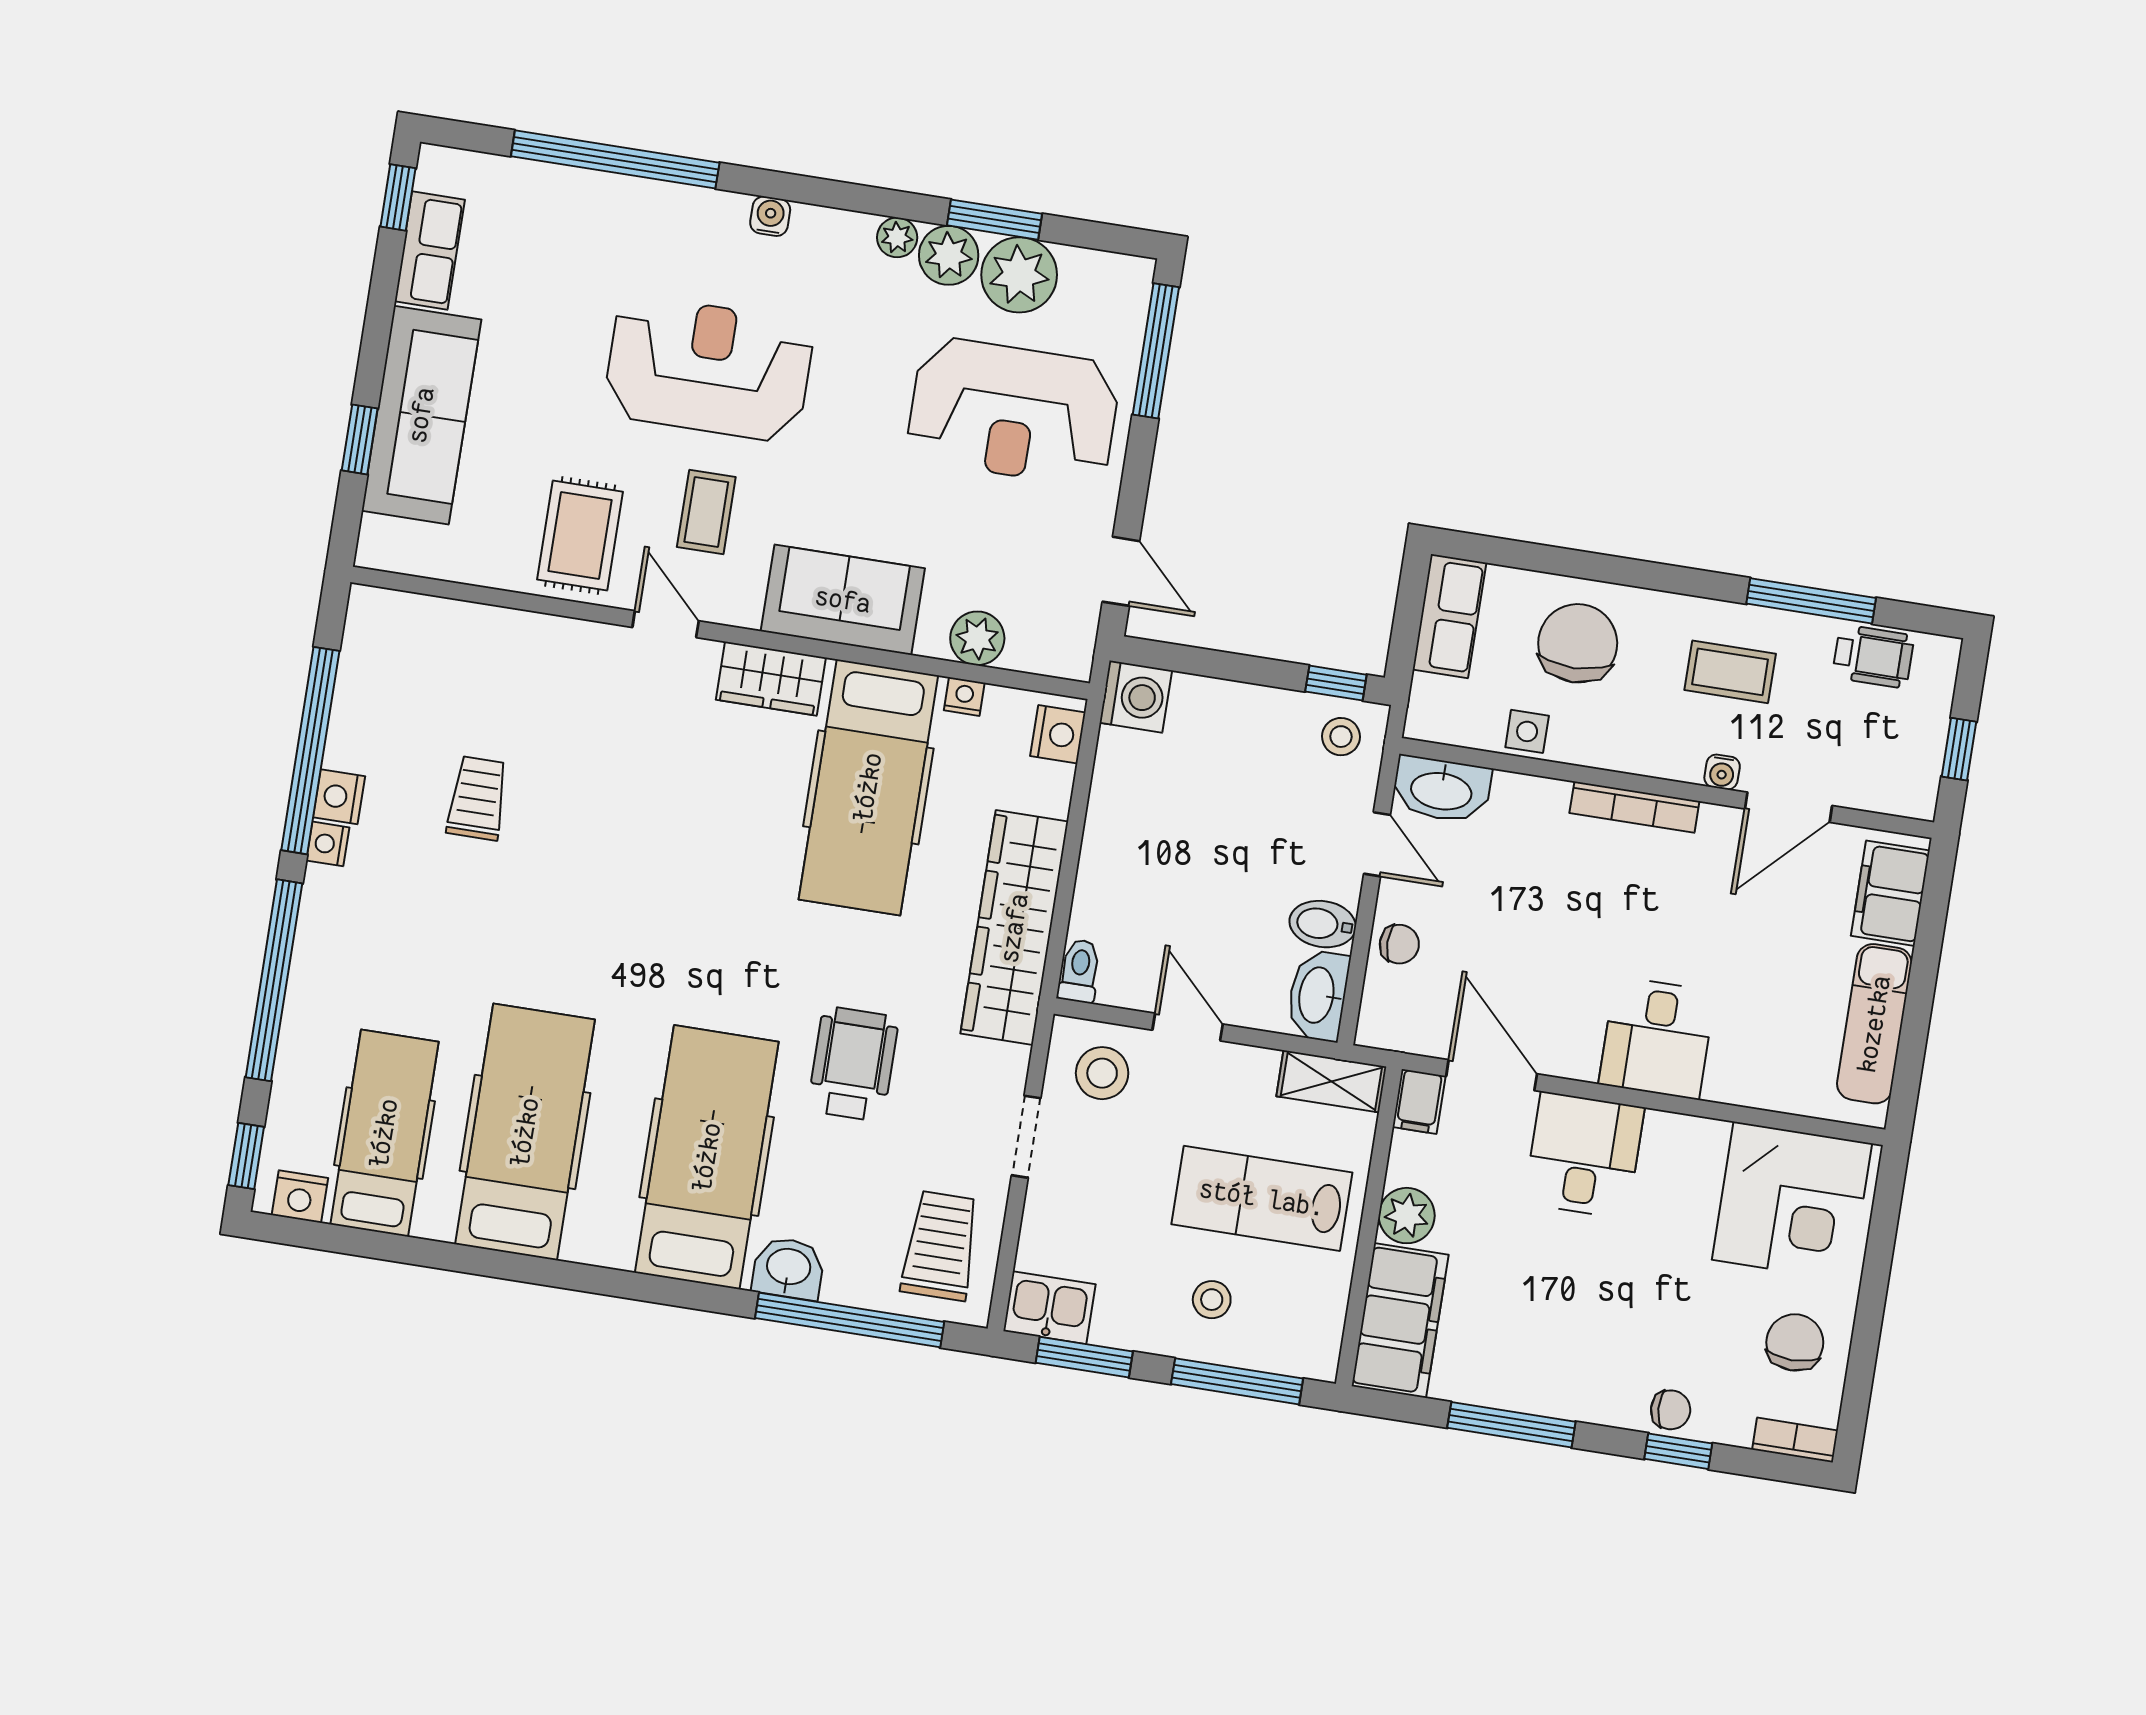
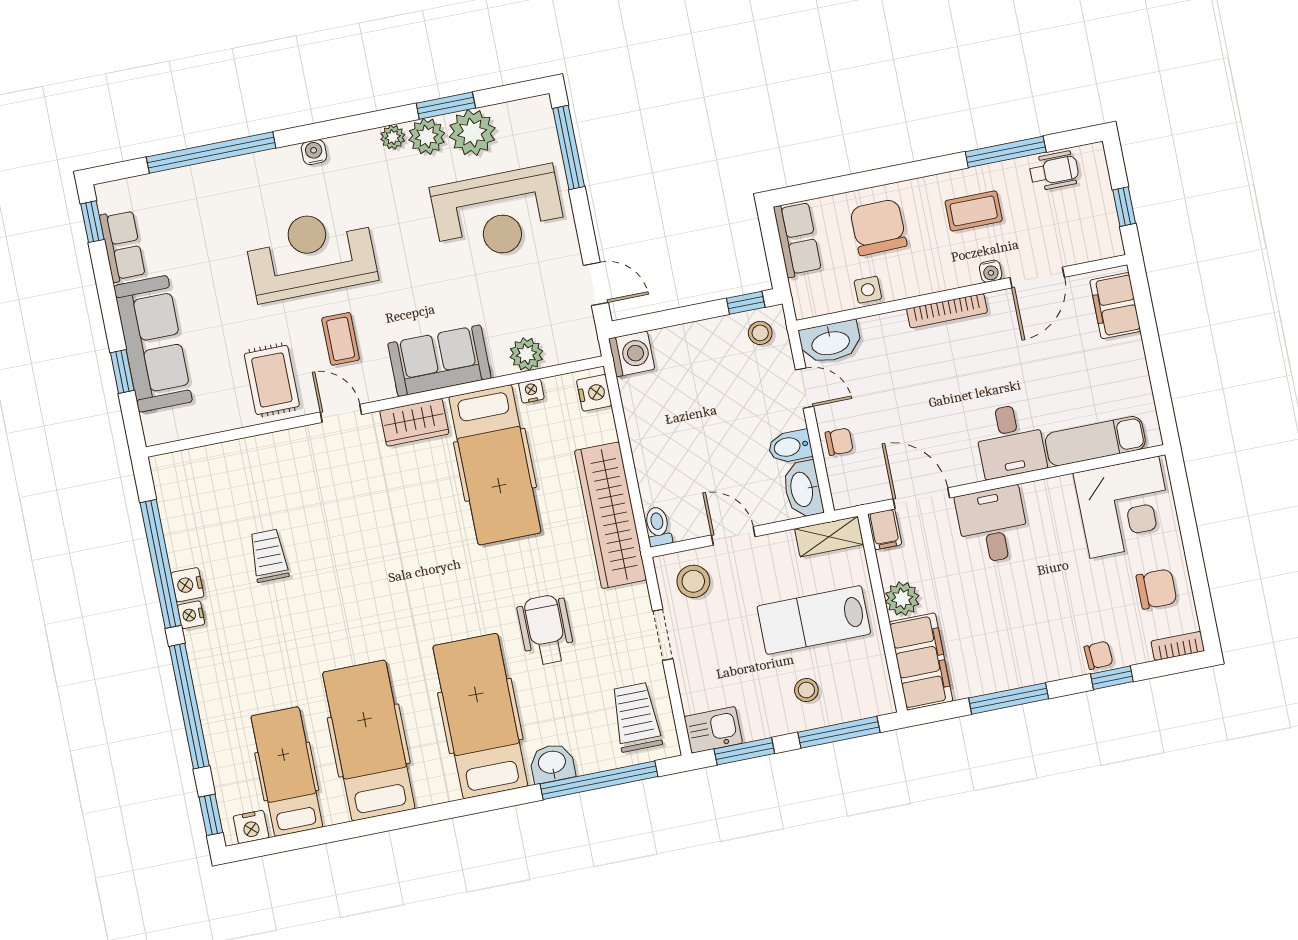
exam couch: (1874, 1024) -> (1095, 441), moved, turned 90
chair: (1795, 1342) -> (1156, 589), turned 90

